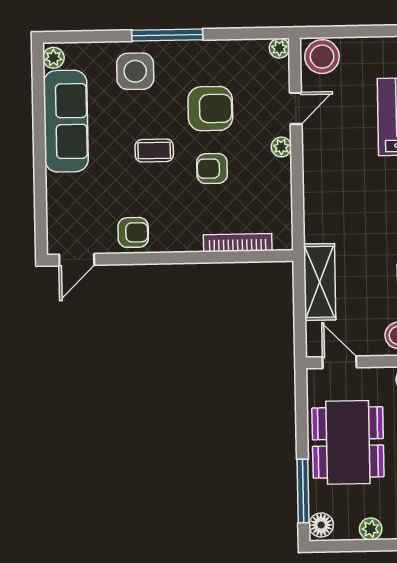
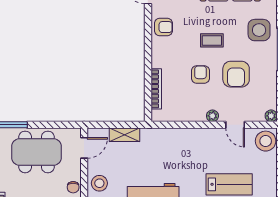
coffee table: (154, 151) -> (212, 40), turned 90
armchair: (133, 232) -> (163, 27), turned -90
shelving: (320, 282) -> (124, 135), width x0.67, depth x0.75

